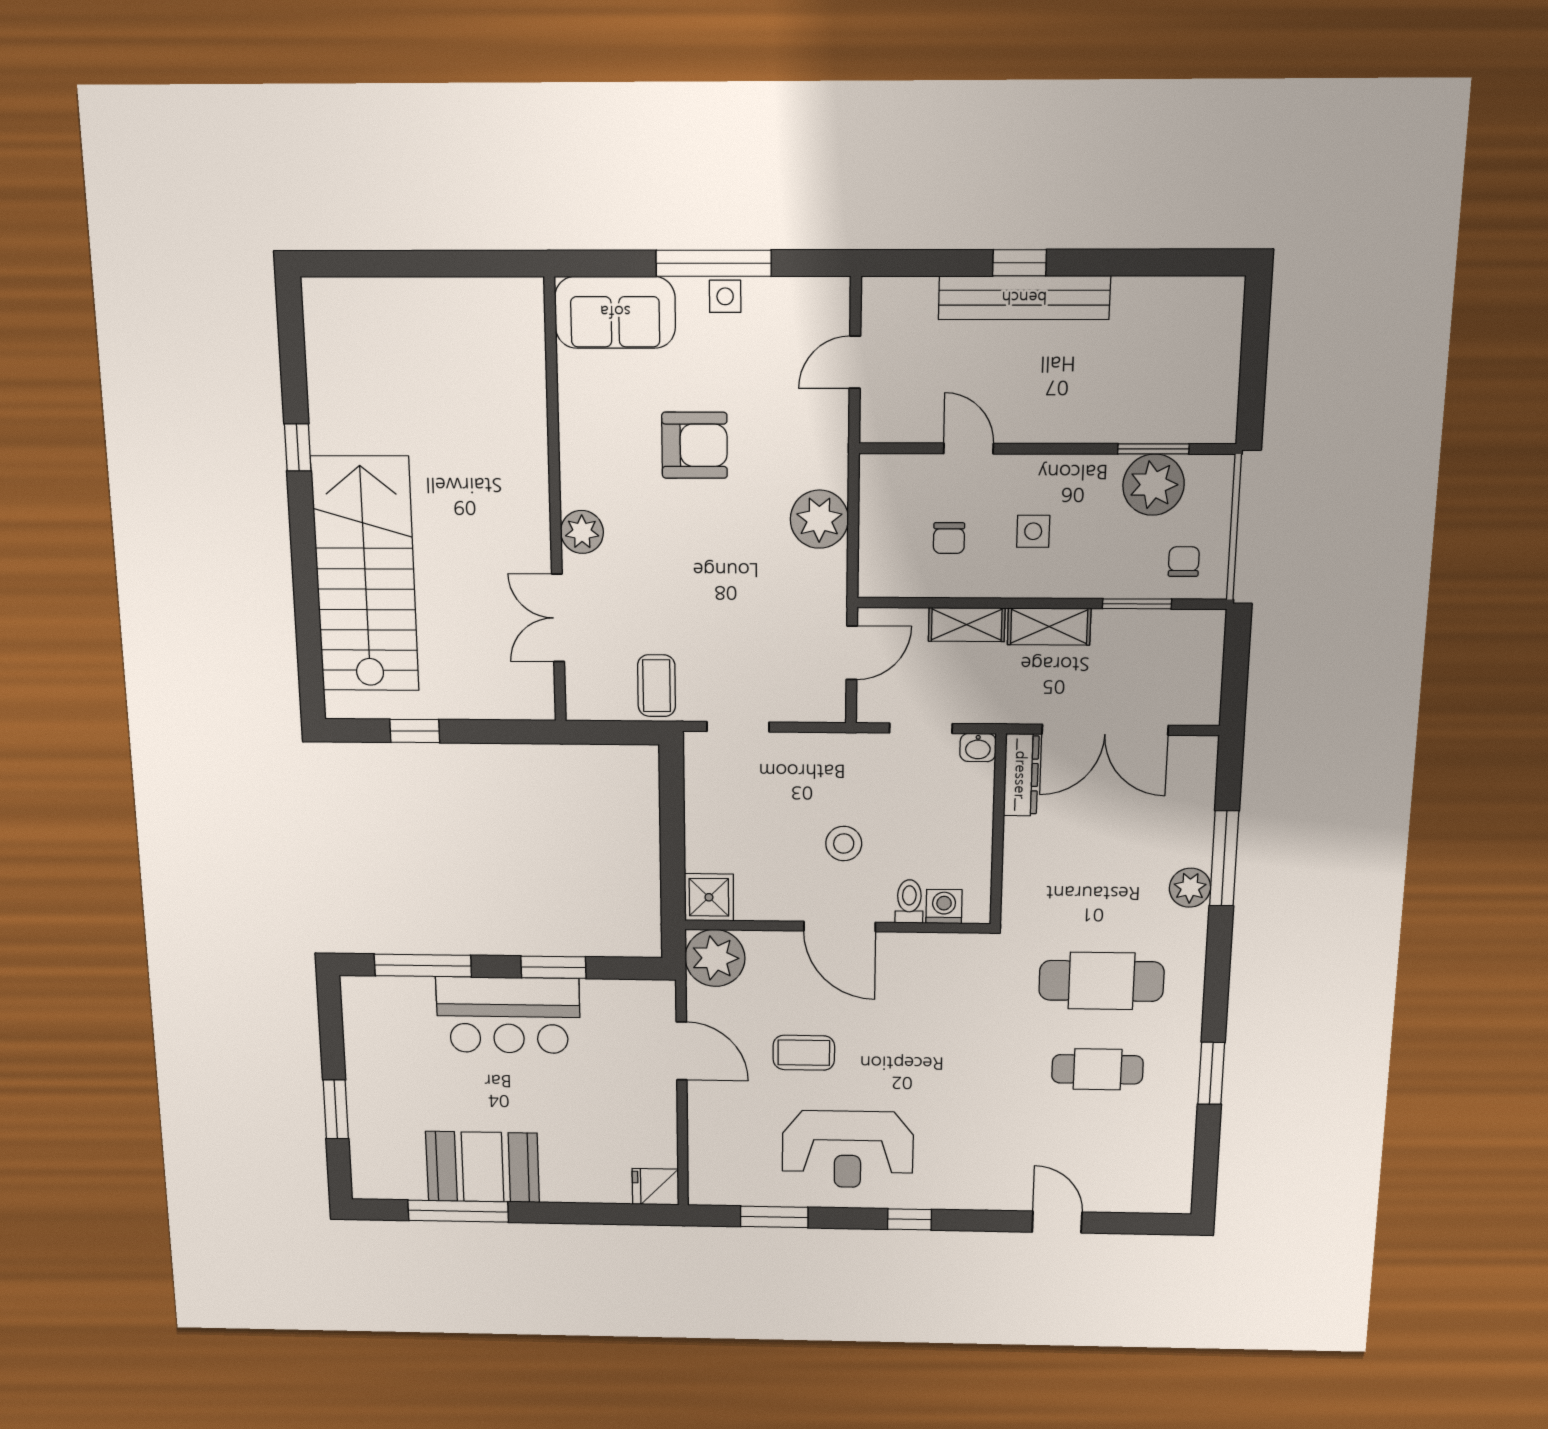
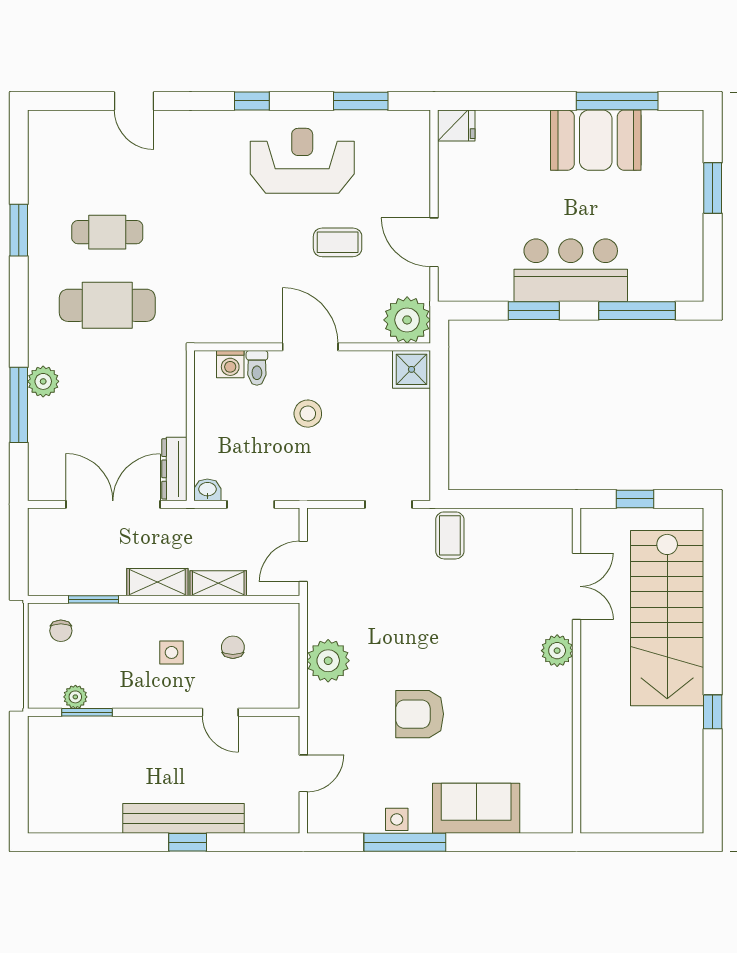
plant: (1153, 485) -> (75, 697), width x0.53, depth x0.53
wall: (555, 505) -> (577, 671), moved
plant: (582, 532) -> (557, 651), moved
double door: (558, 618) -> (577, 586), moved

